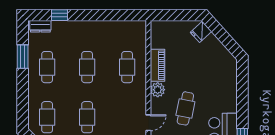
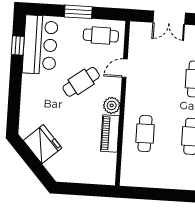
fridge: (201, 32) -> (42, 144), moved, width x1.88, depth x1.34
cafe table: (185, 108) -> (81, 82), turned 42

